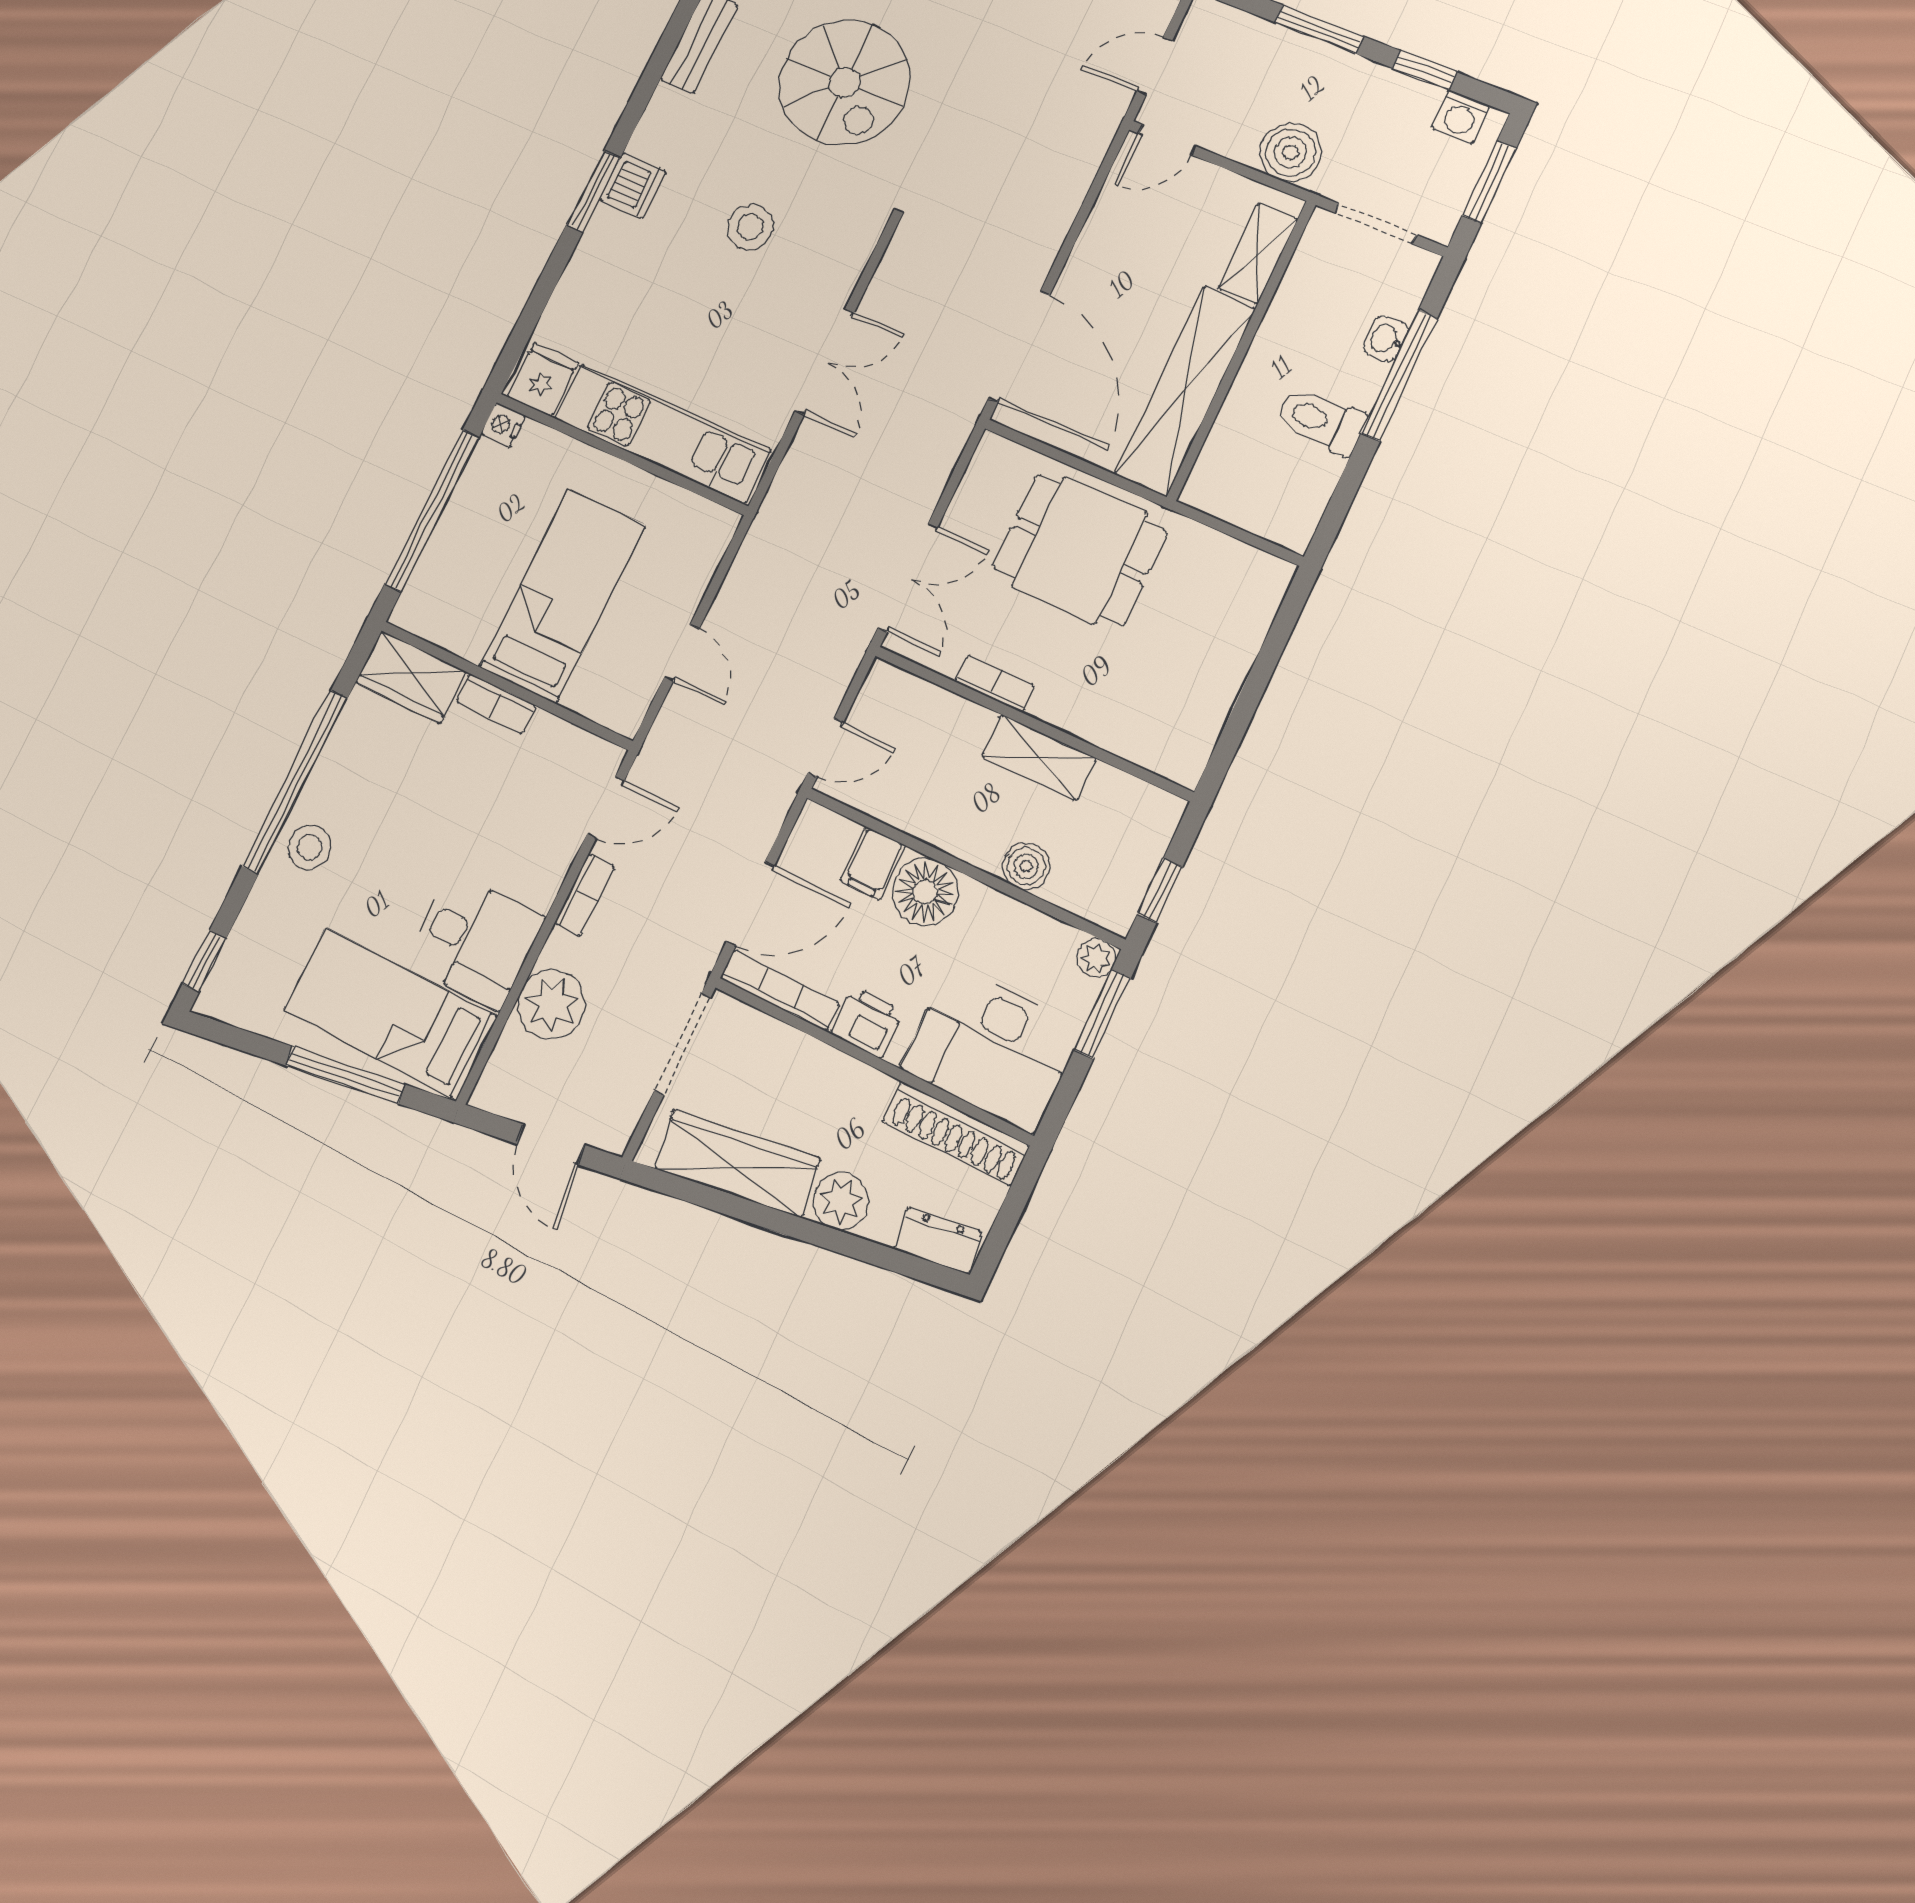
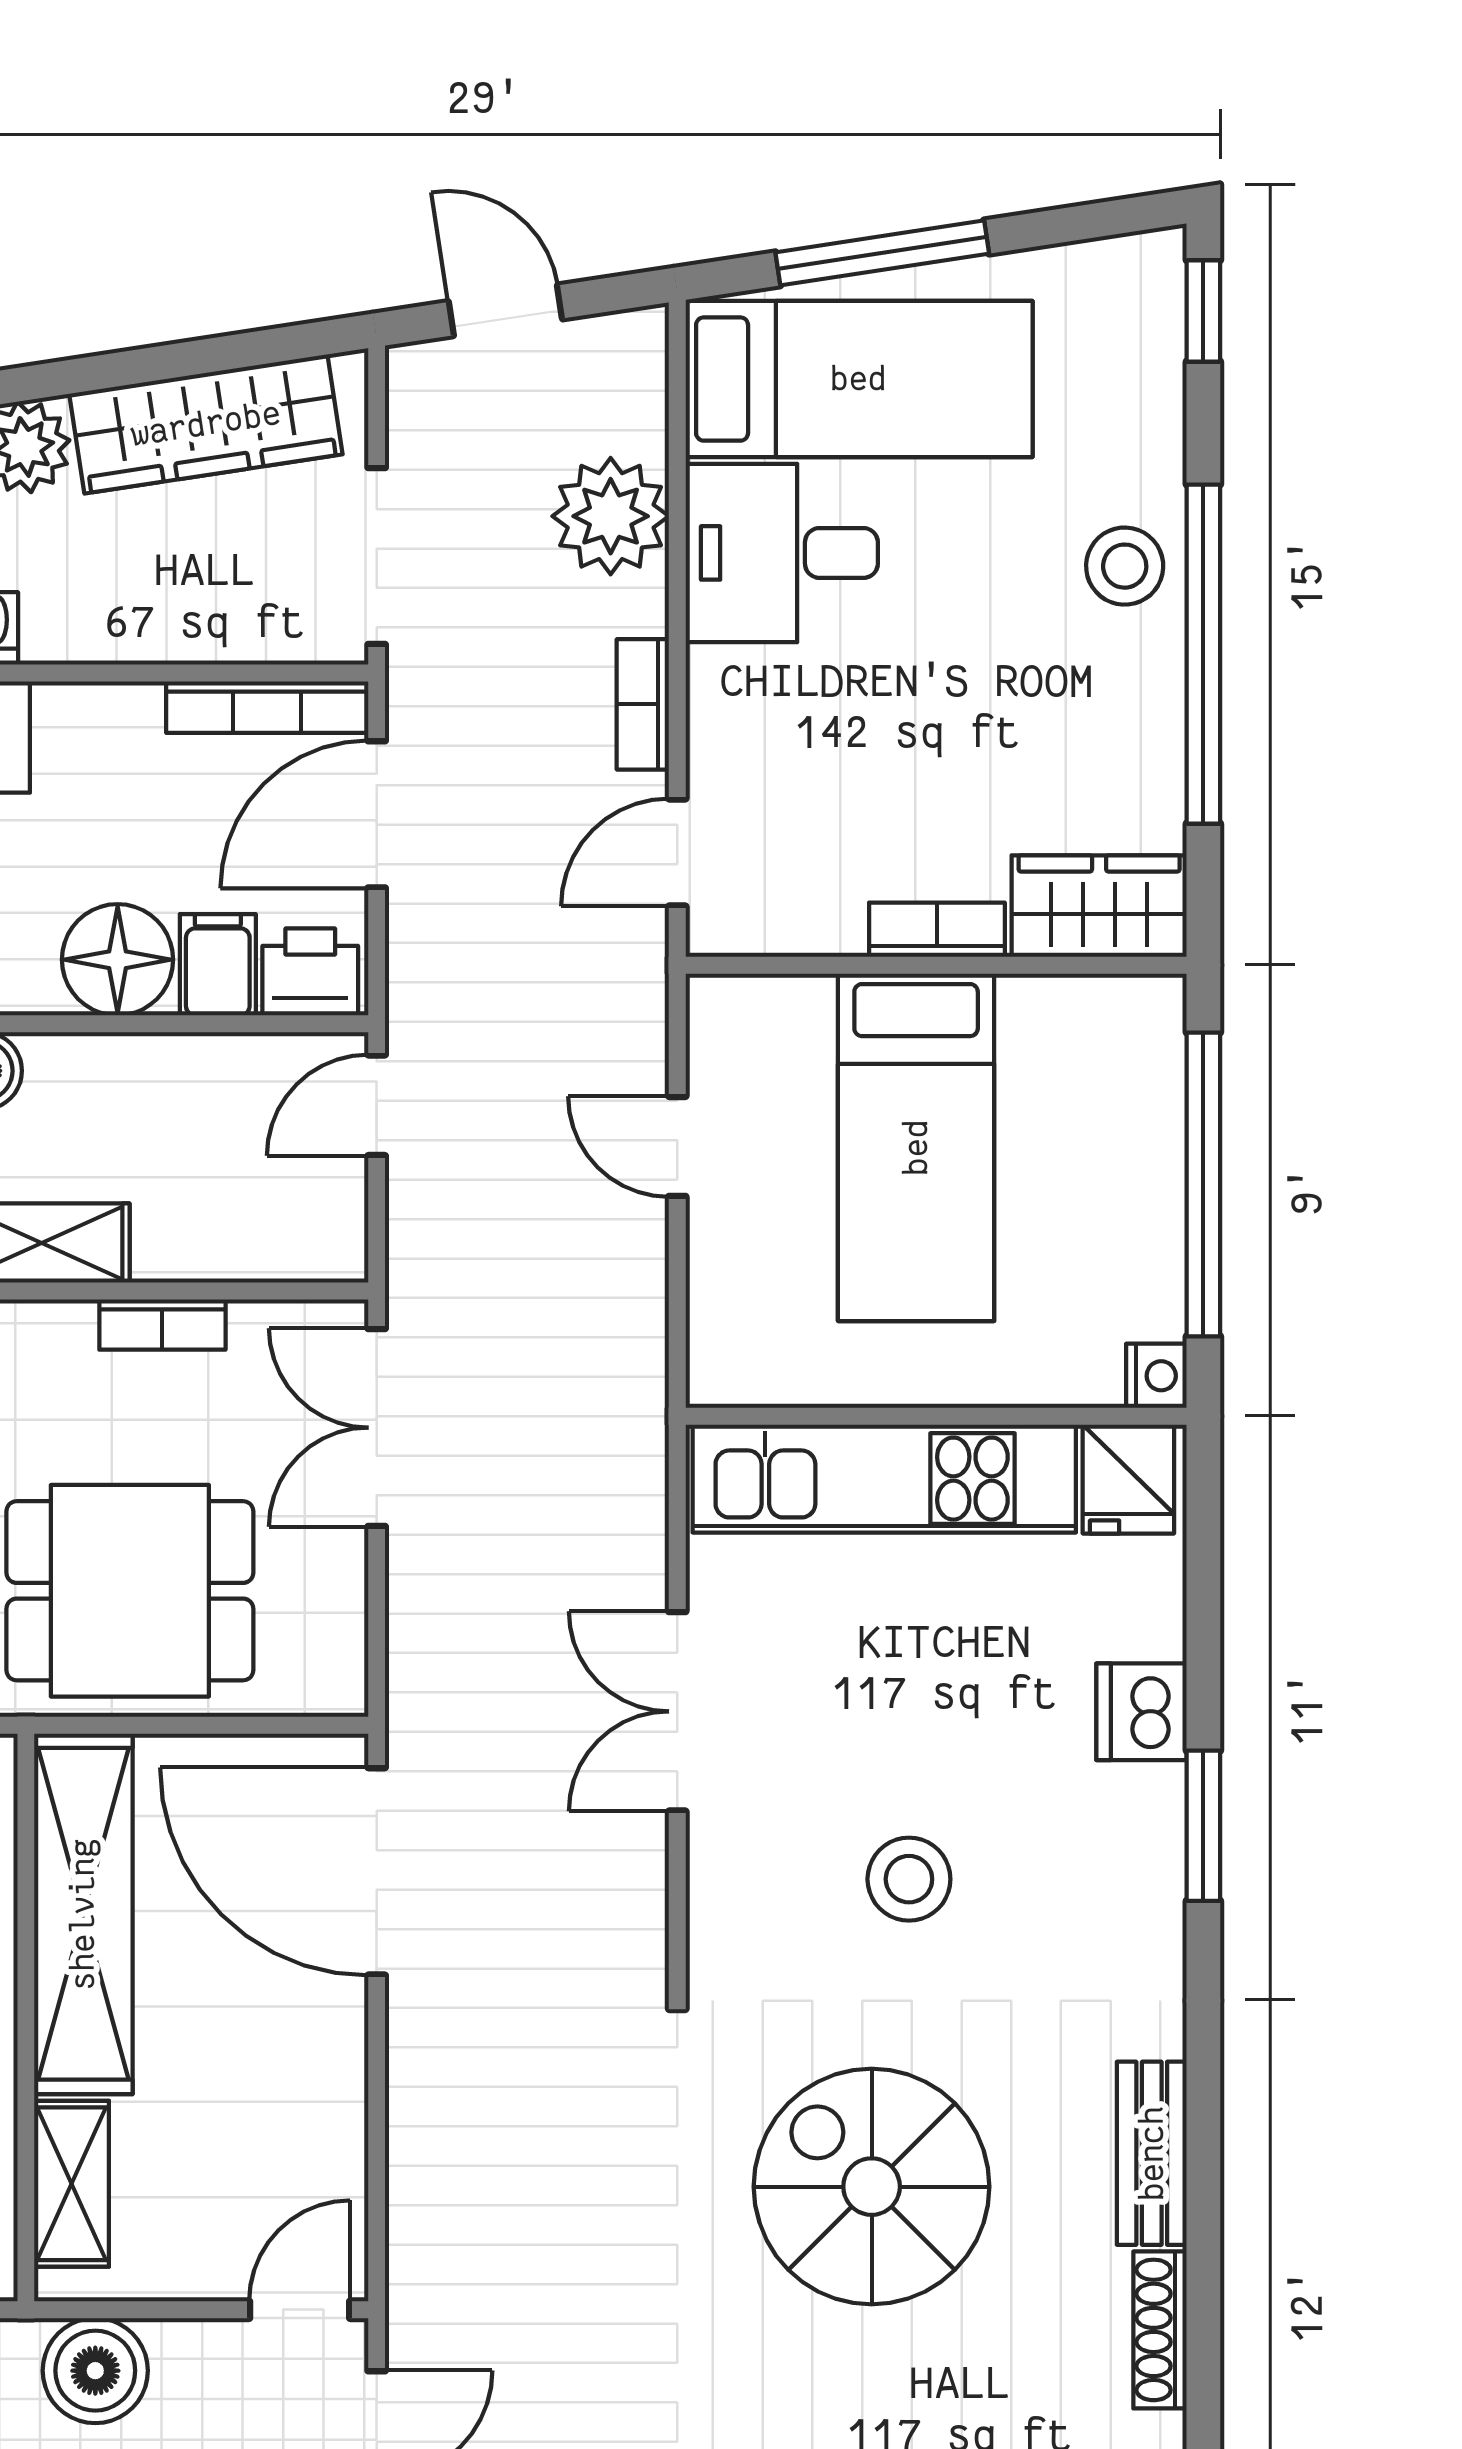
dishwasher: (633, 186) -> (1142, 1712), moved
printer: (867, 1022) -> (310, 972), moved, turned 180

